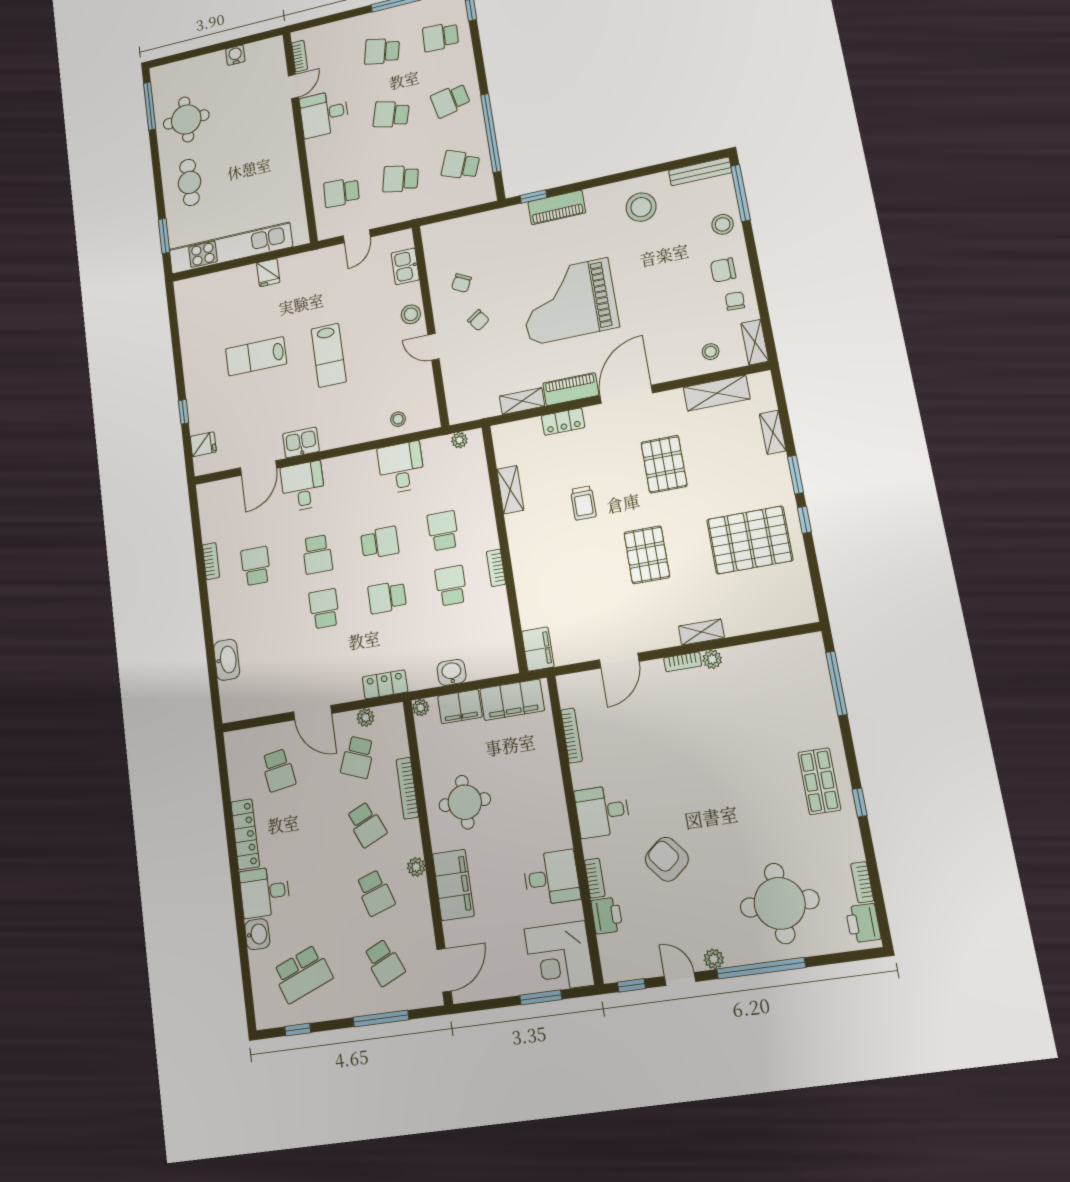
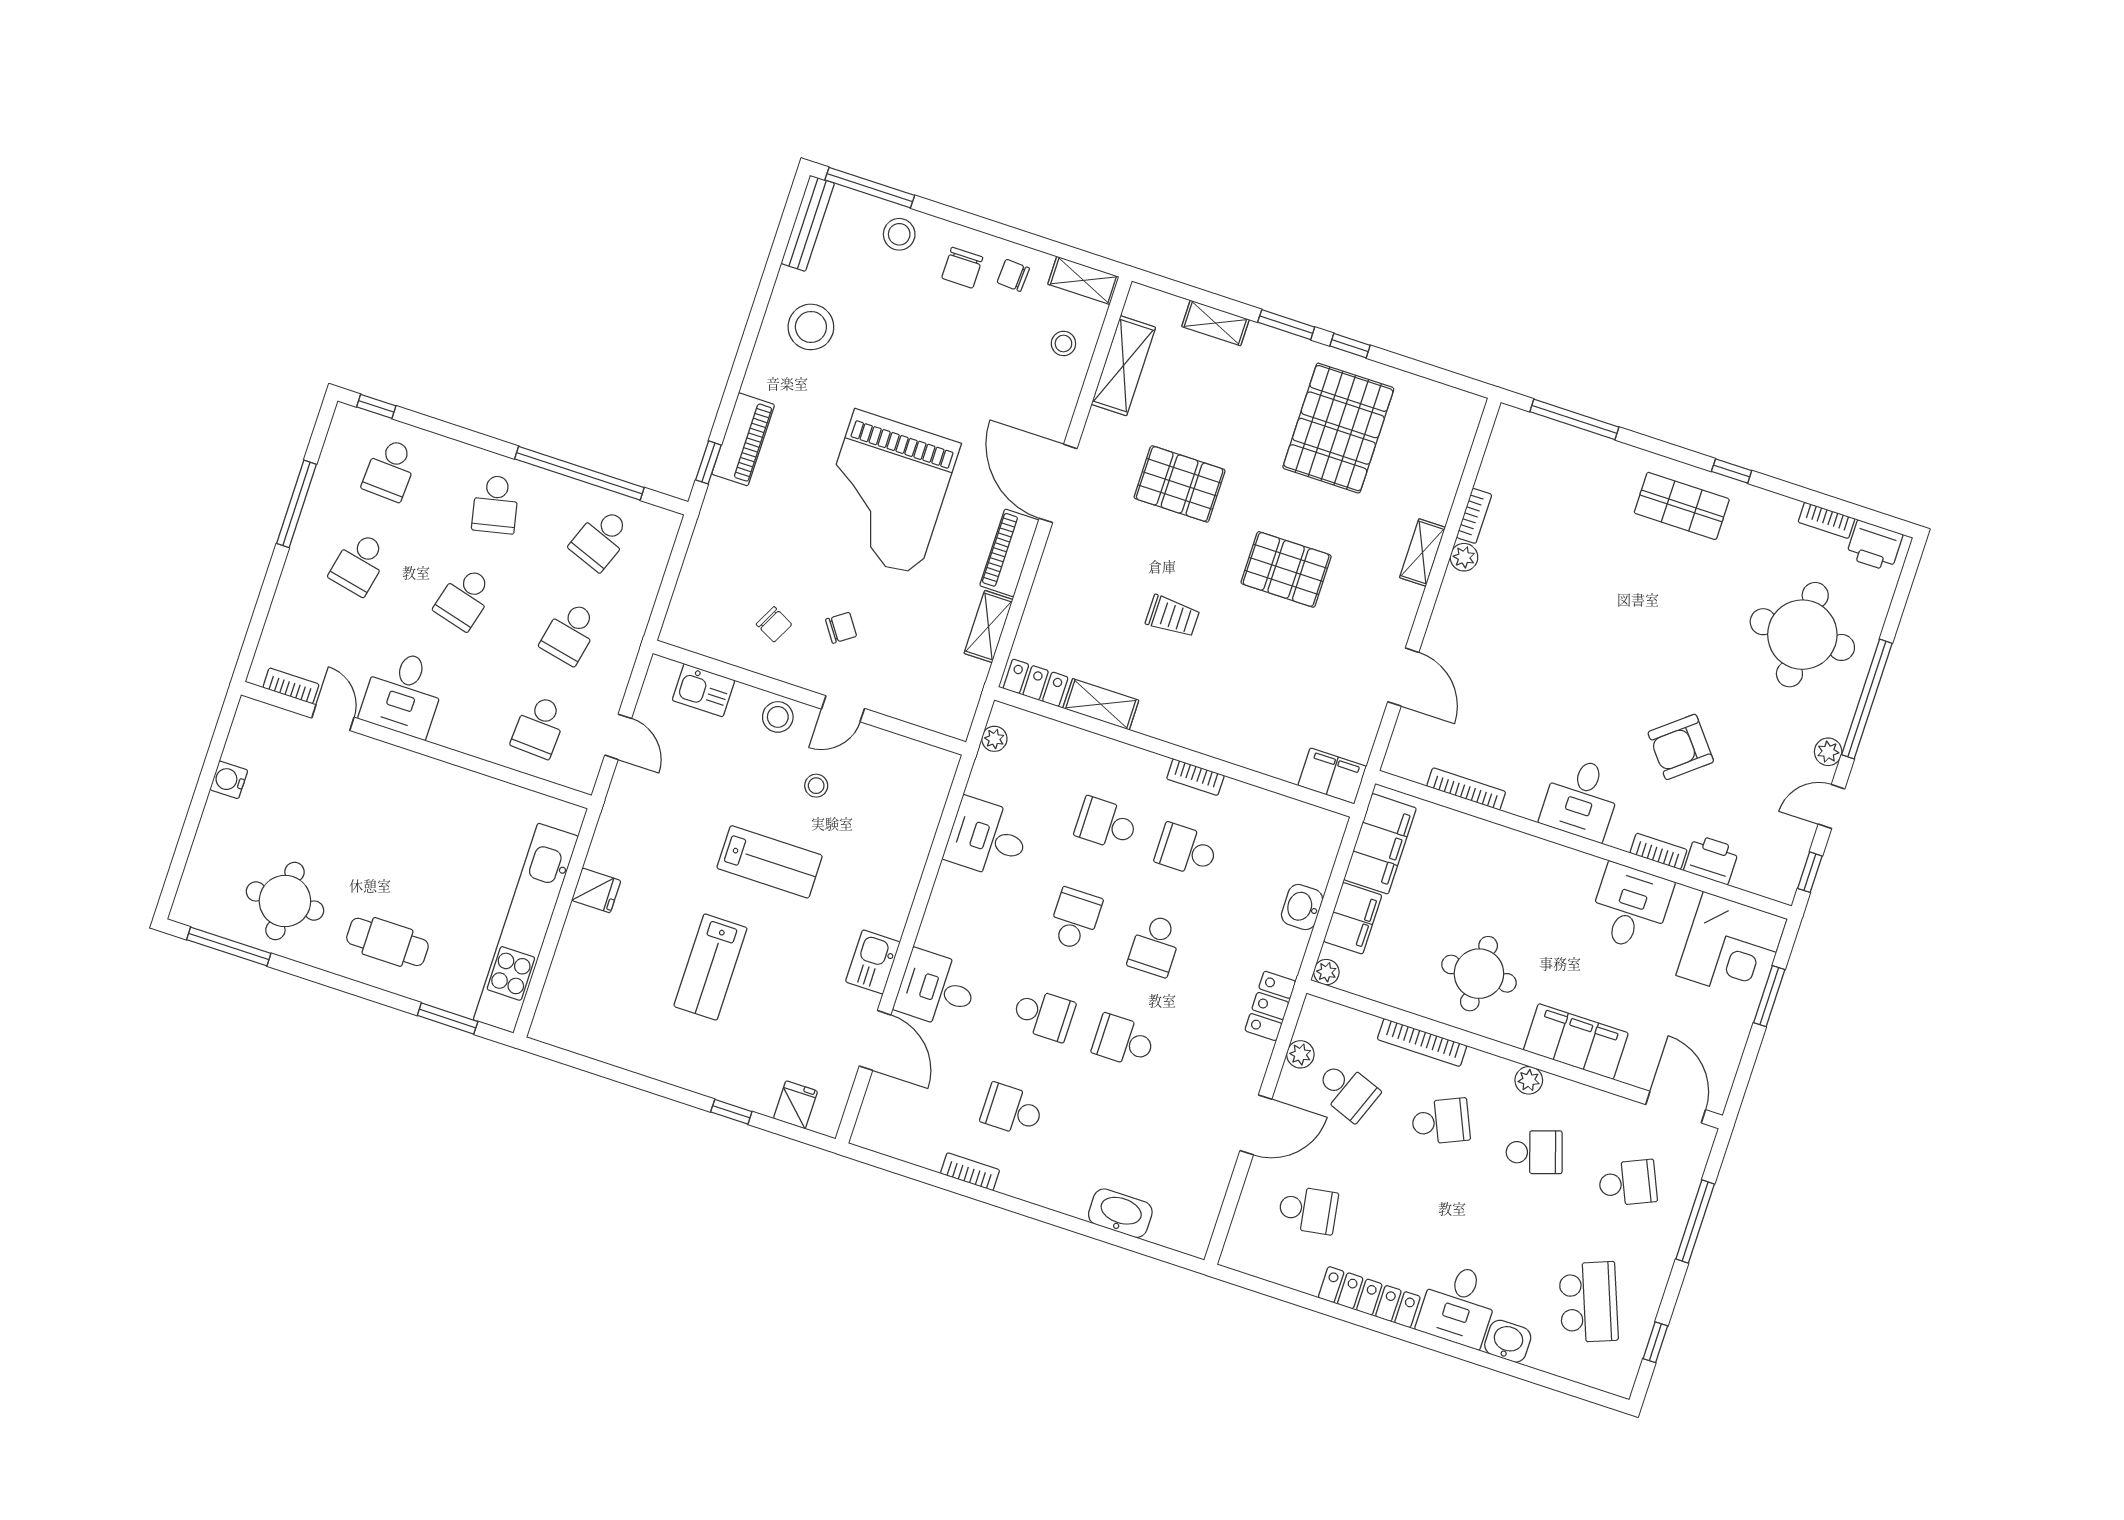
stool: (398, 419) -> (816, 786), moved
locker: (563, 422) -> (1036, 683), moved, turned -90
bookcase: (683, 662) -> (1474, 516), moved

